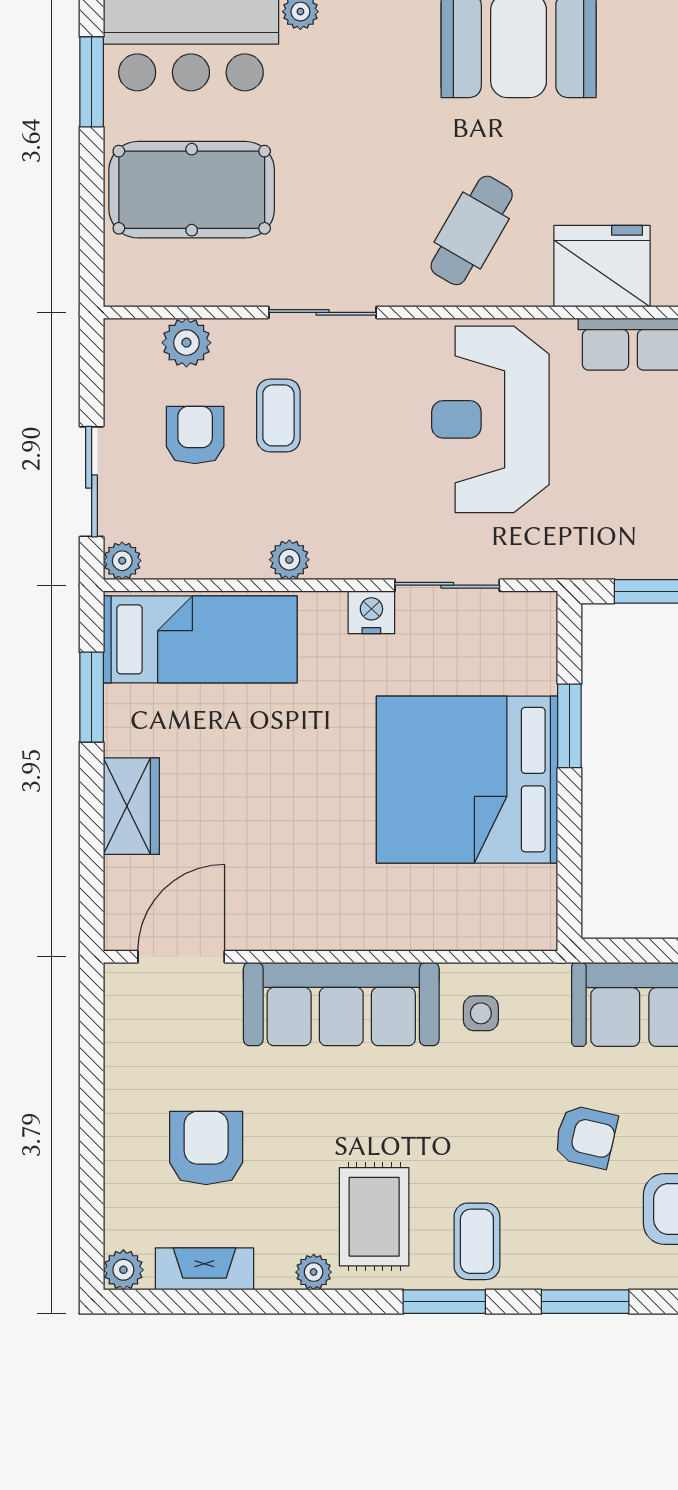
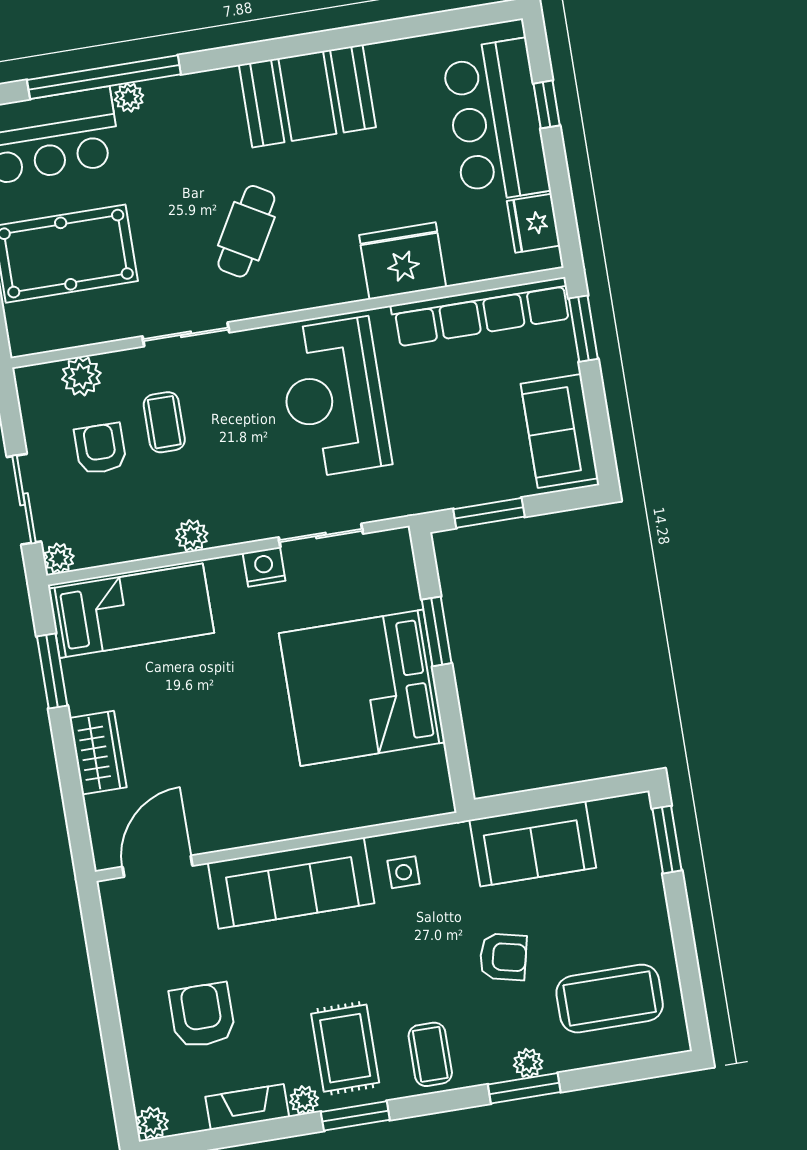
cafe table: (472, 230) -> (246, 231), moved
fireplace: (204, 1269) -> (247, 1107), moved
plant: (595, 1272) -> (528, 1063), added
window: (444, 1302) -> (355, 1116), moved

